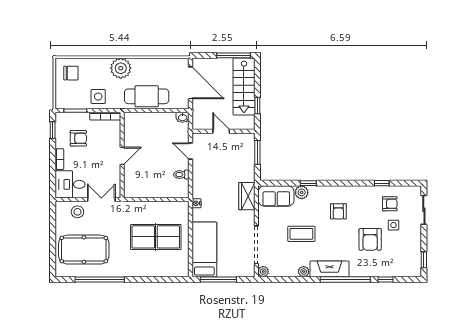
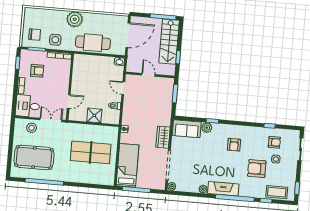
chair: (71, 73) -> (35, 35), moved
door: (190, 83) -> (128, 35), hinge flipped
door: (122, 156) -> (69, 102), moved
shower: (156, 189) -> (94, 115), added
wardrobe: (247, 196) -> (163, 137), moved
coffee table: (301, 234) -> (277, 192), moved
armchair: (370, 239) -> (257, 169), turned 90

